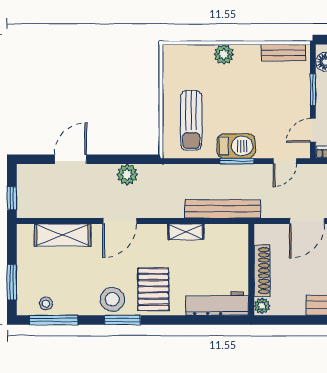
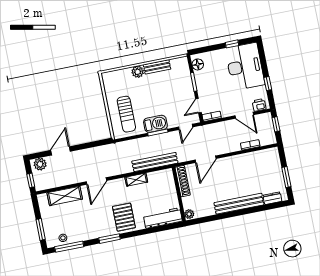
bench: (283, 53) -> (157, 67), moved
plant: (127, 175) -> (40, 164), moved
shoe rack: (262, 271) -> (183, 181), moved
stool: (112, 299) -> (101, 228), removed

